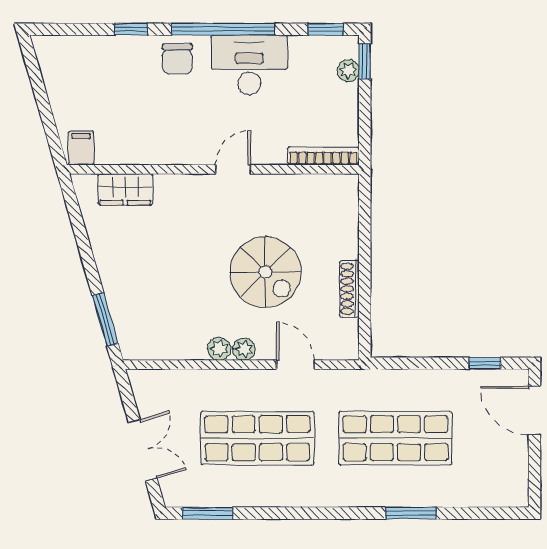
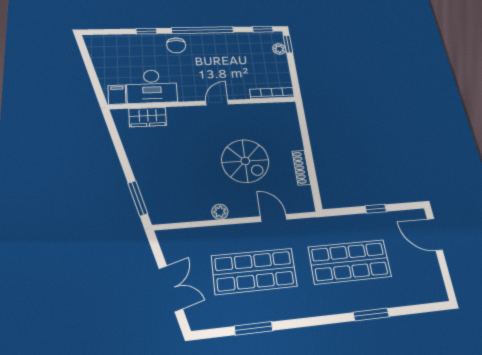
desk: (249, 65) -> (152, 86), moved, turned 180
plant: (244, 349) -> (237, 211), removed
window: (485, 363) -> (376, 209), moved
window: (208, 513) -> (254, 328), moved

